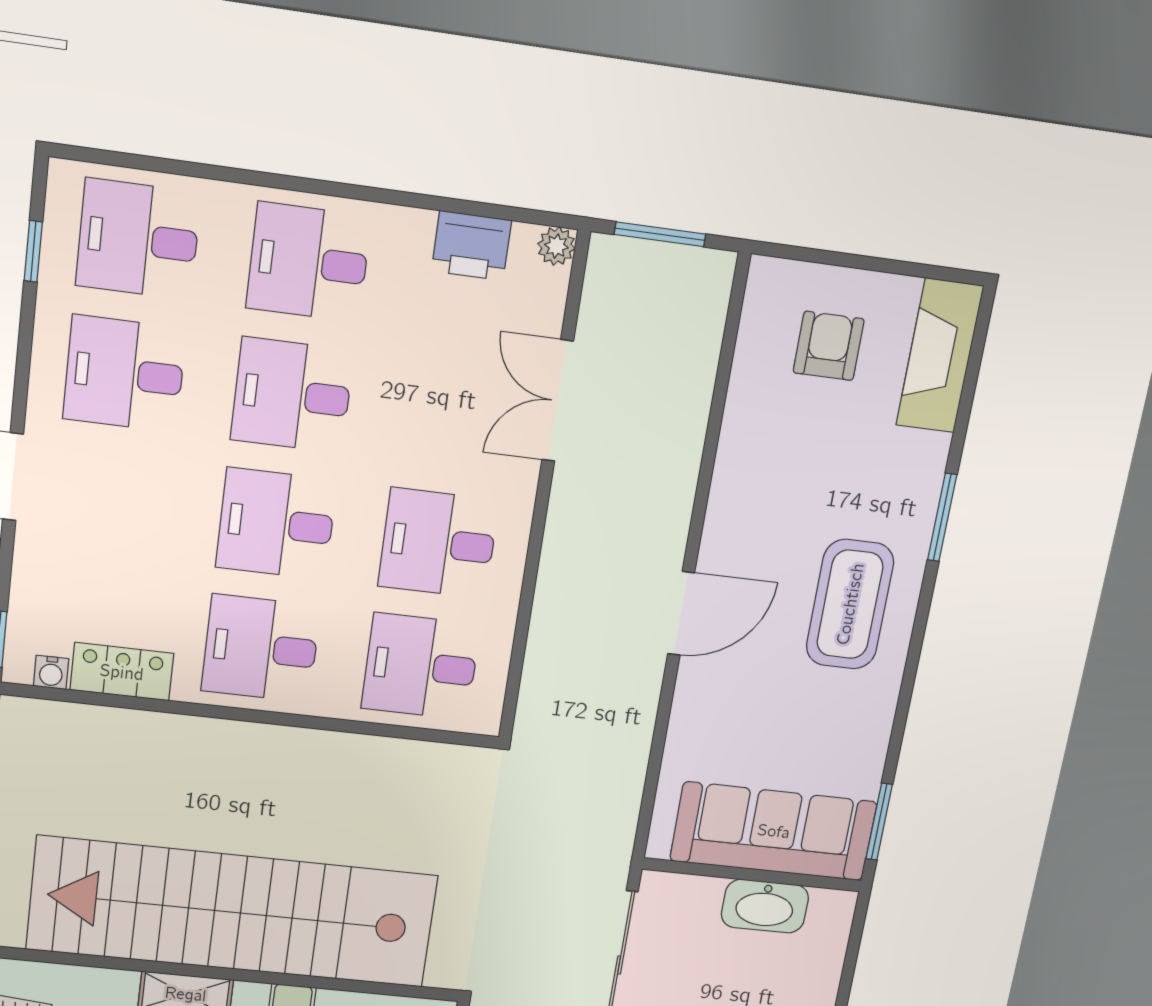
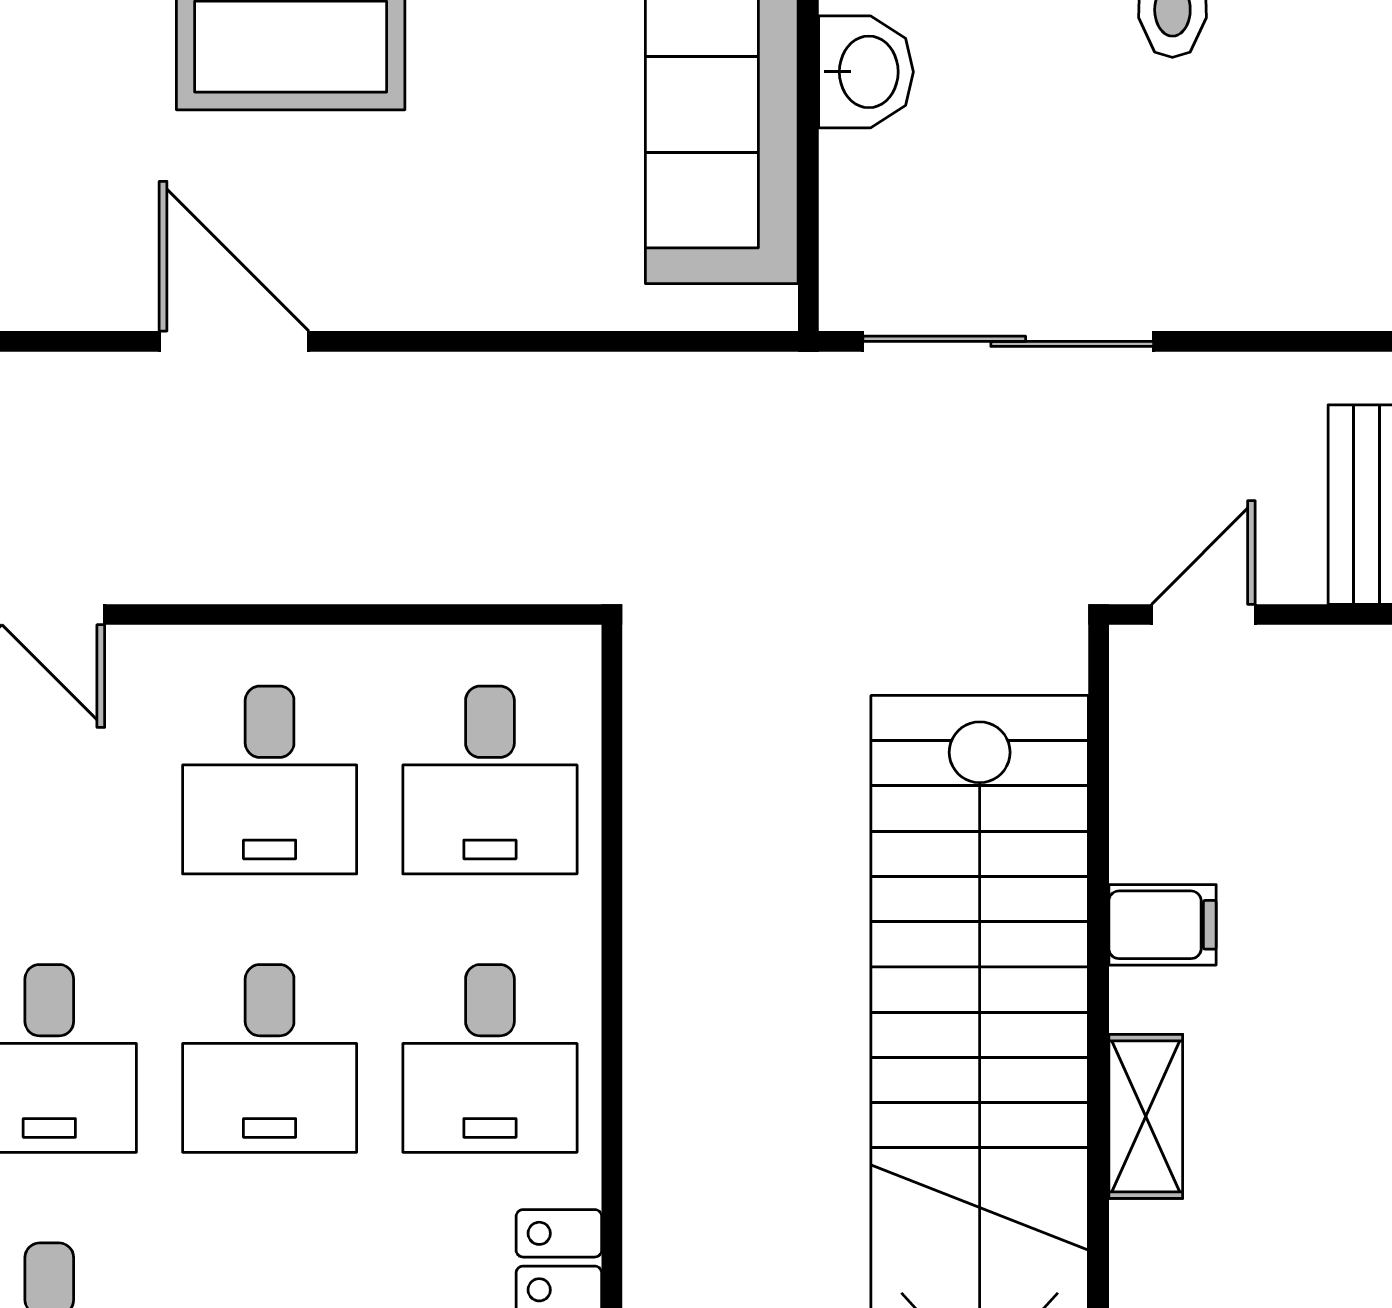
door: (681, 613) -> (234, 341), moved
washbasin: (765, 906) -> (866, 72), width x0.72

